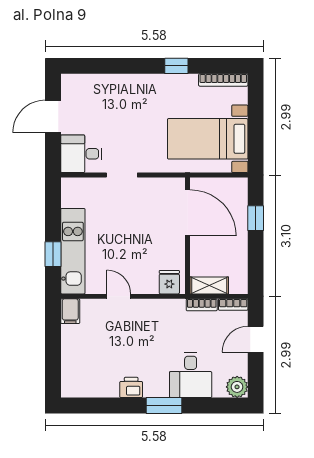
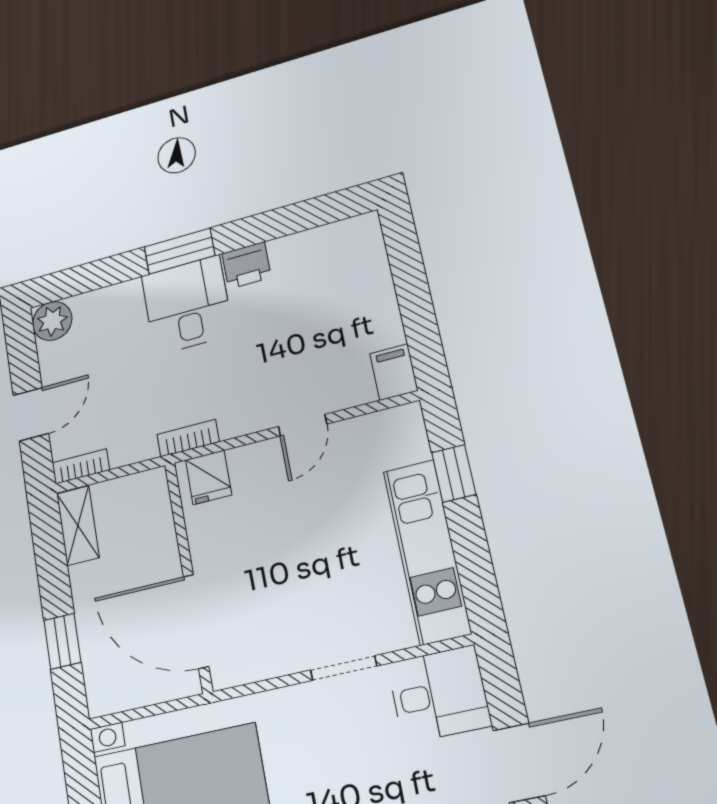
kitchen unit: (73, 251) -> (427, 551), moved
shelving: (209, 285) -> (78, 526), moved, turned 90
door: (119, 296) -> (303, 425), hinge flipped
bookcase: (202, 305) -> (188, 438), moved
desk: (191, 375) -> (187, 305), moved

